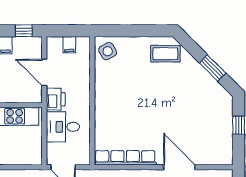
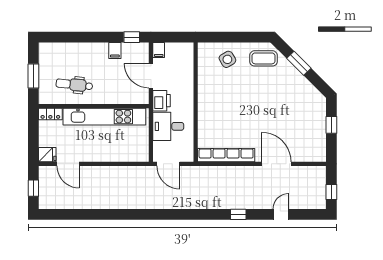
filing cabinet: (69, 45) -> (159, 50), moved
side table: (108, 51) -> (227, 59), moved
window: (213, 68) -> (299, 63), moved

